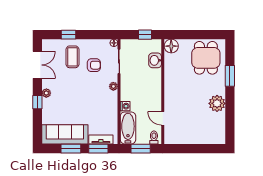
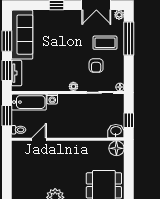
window: (69, 35) -> (129, 38), width x2.17
washbasin: (155, 60) -> (116, 131), moved
plant: (46, 93) -> (119, 15), moved

